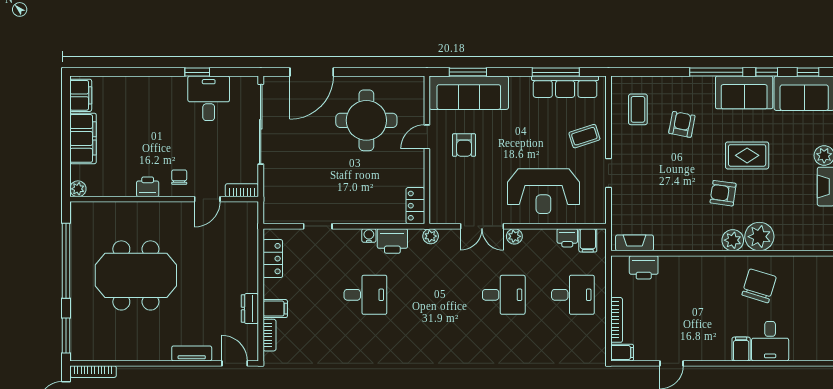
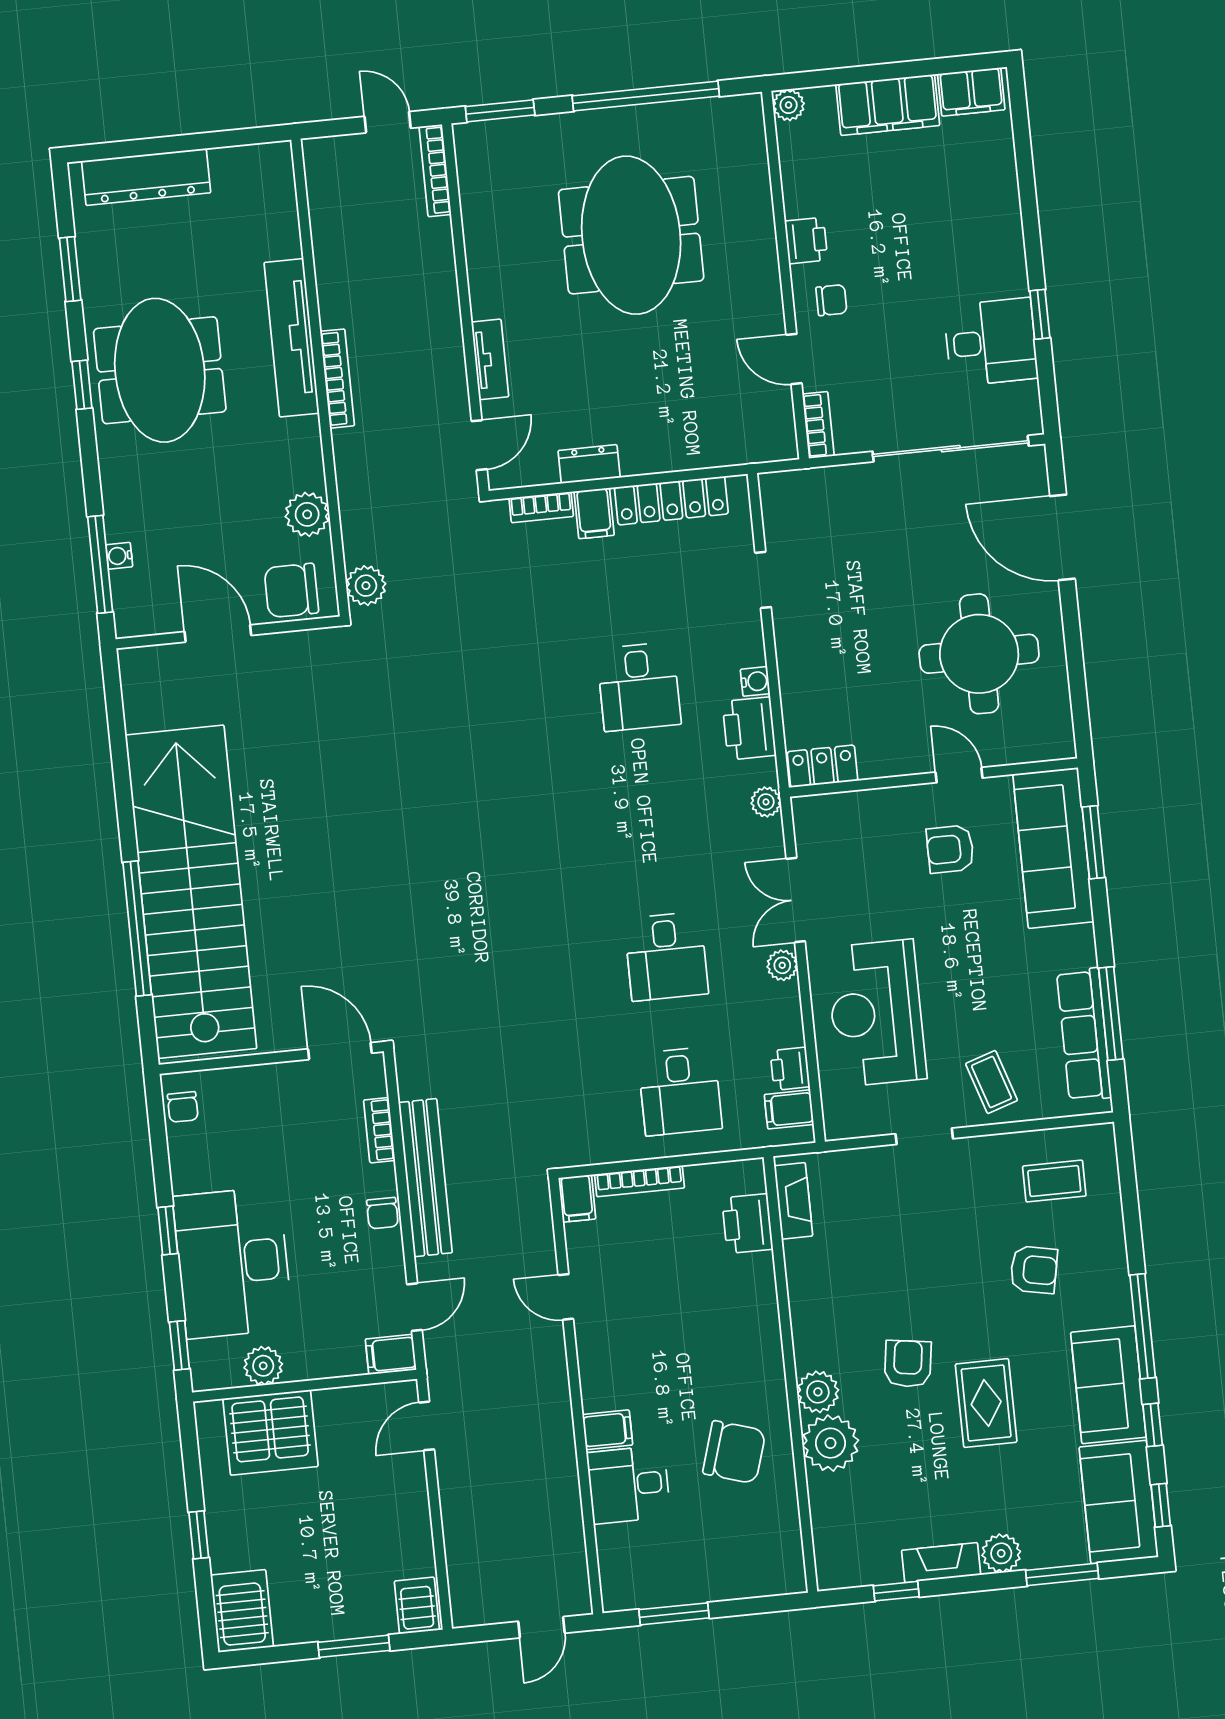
locker: (273, 259) -> (671, 501), width x1.53

